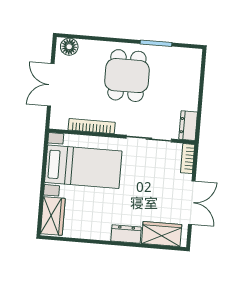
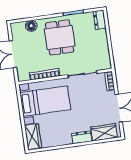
floor lamp: (69, 47) -> (31, 26), moved
dresser: (188, 126) -> (100, 20), moved

